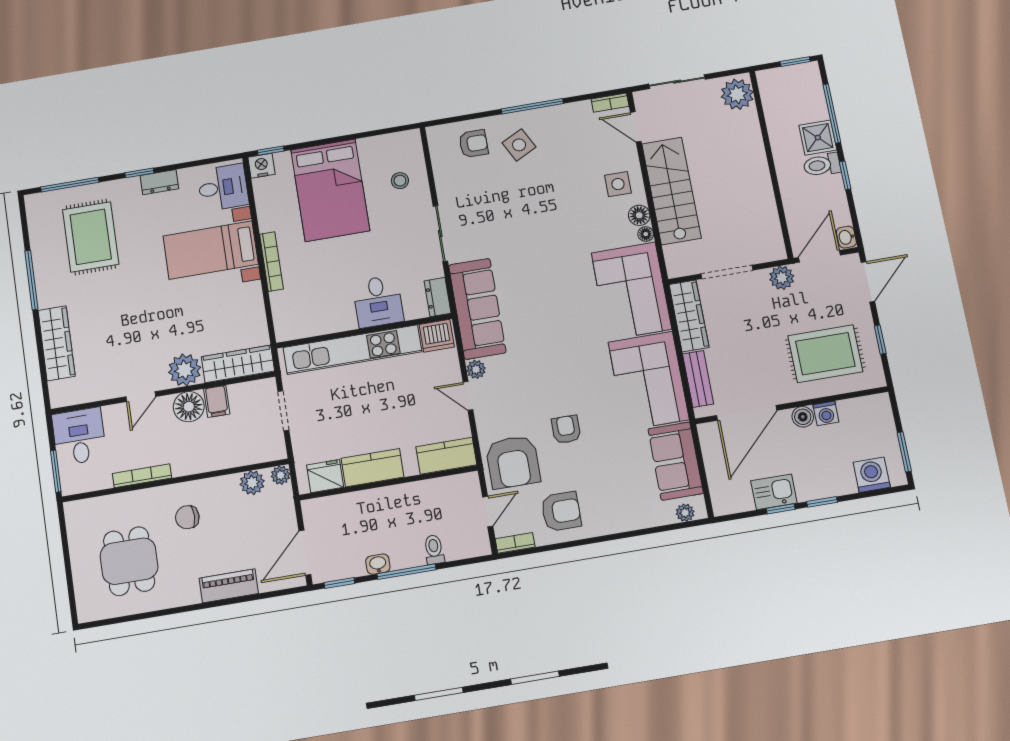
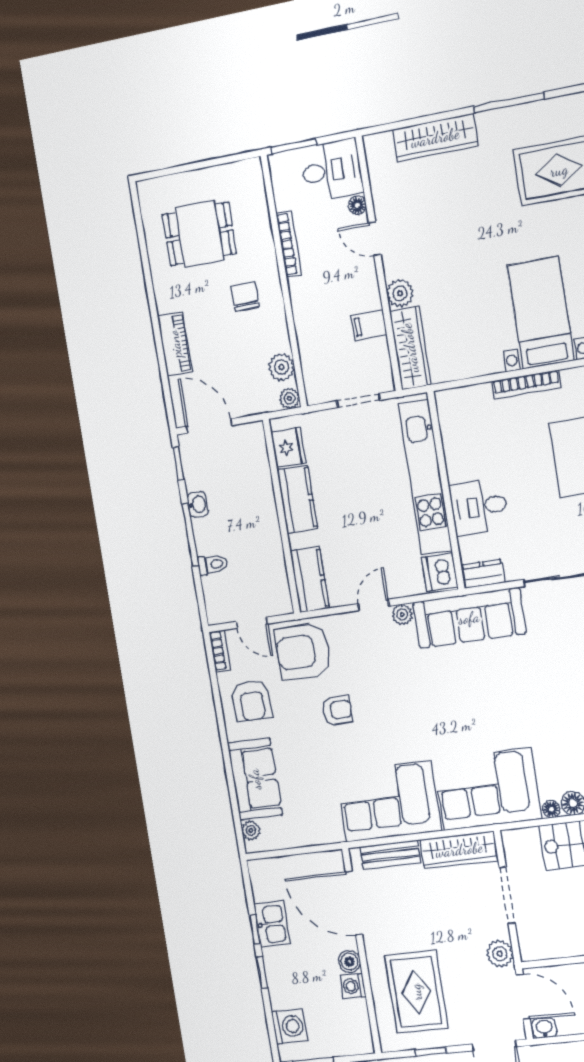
plant: (185, 370) -> (400, 293), width x0.73, depth x0.73
floor lamp: (189, 407) -> (357, 205), moved, width x0.53, depth x0.53
sofa: (676, 461) -> (255, 779), moved, turned 90

